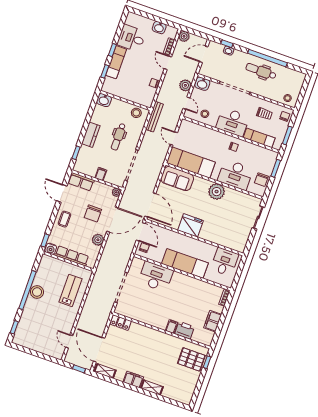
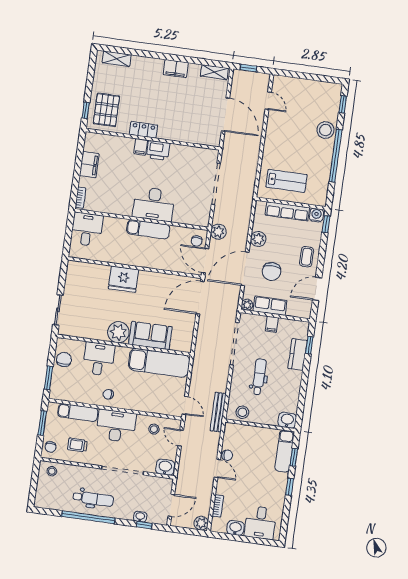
desk: (132, 38) -> (260, 523), moved, turned 90
exam couch: (116, 62) -> (284, 451), moved
door: (168, 63) -> (217, 468), moved
plant: (185, 85) -> (218, 232), moved
kitchen counter: (91, 135) -> (298, 354), moved
door: (174, 139) -> (185, 405), moved
desk: (235, 175) -> (99, 359), width x0.73
sofa: (177, 179) -> (150, 336), moved
row of seats: (81, 182) -> (270, 306), moved
door: (62, 193) -> (317, 289), swing flipped
door: (150, 205) -> (200, 298), hinge flipped
chair: (93, 213) -> (272, 271), turned 180
fridge: (190, 225) -> (123, 279), moved
desk: (225, 262) -> (87, 229), moved, turned 180
exam couch: (185, 263) -> (148, 229), width x0.73, depth x0.69
desk: (156, 276) -> (154, 204), moved
lab bench: (70, 290) -> (286, 181), moved, turned -90
stool: (37, 292) -> (325, 130), moved
locker: (121, 323) -> (143, 130), moved
printer: (185, 330) -> (158, 150), moved
door: (99, 350) -> (225, 115), moved
pallet: (191, 359) -> (106, 110), turned 90
shelving: (152, 387) -> (117, 59), moved

